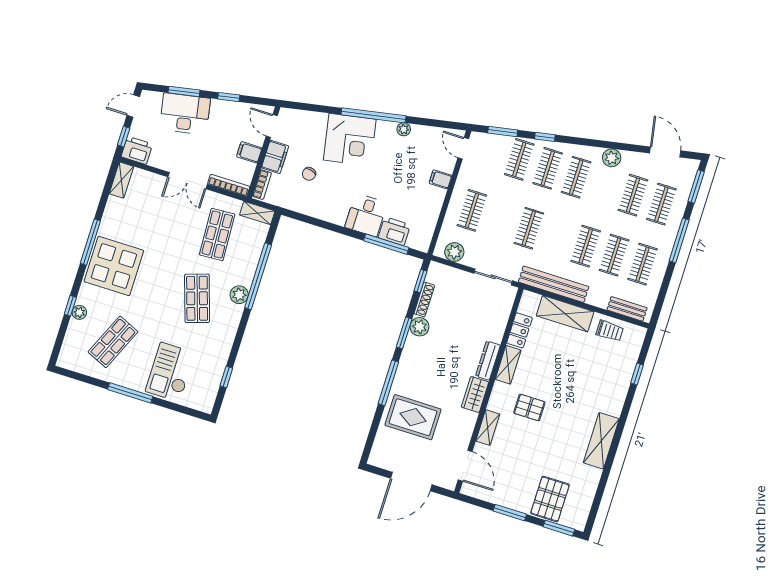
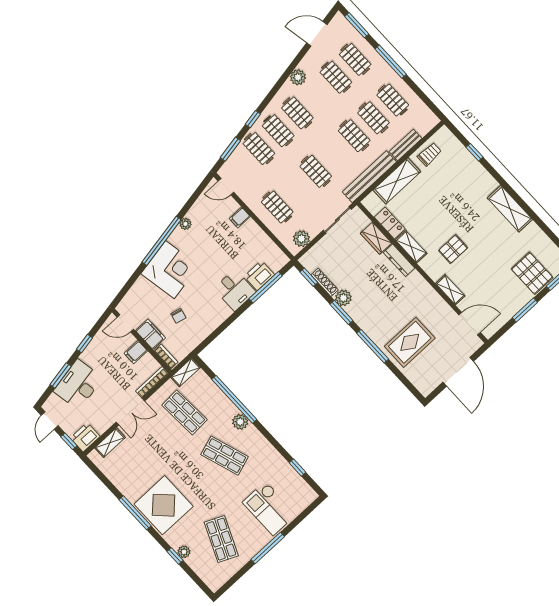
shelving: (121, 180) -> (110, 443), moved, turned 90
bench: (627, 309) -> (406, 145), moved
wardrobe: (475, 395) -> (376, 238), moved

